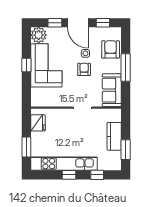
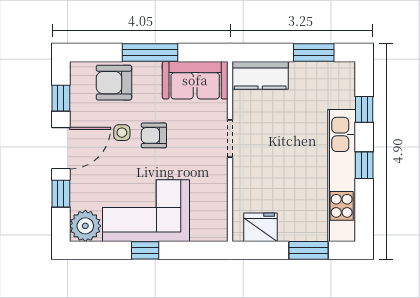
kitchen counter: (114, 136) -> (260, 75), moved

